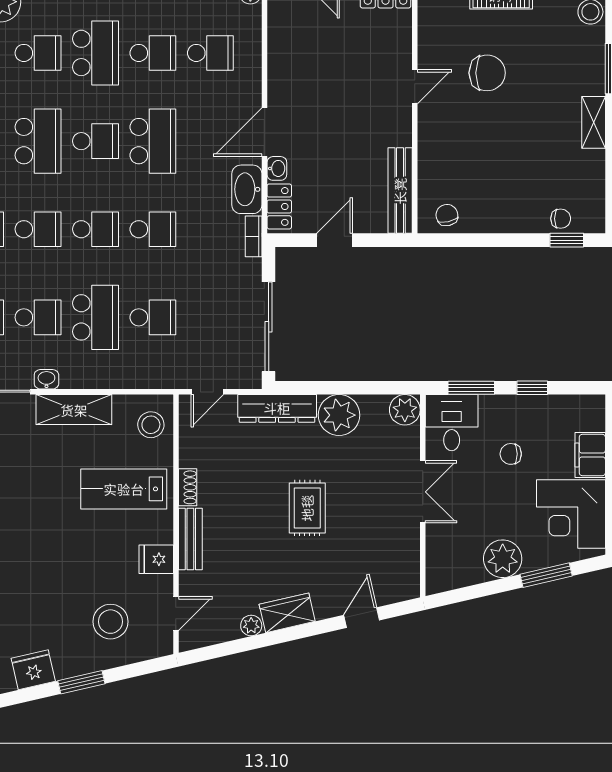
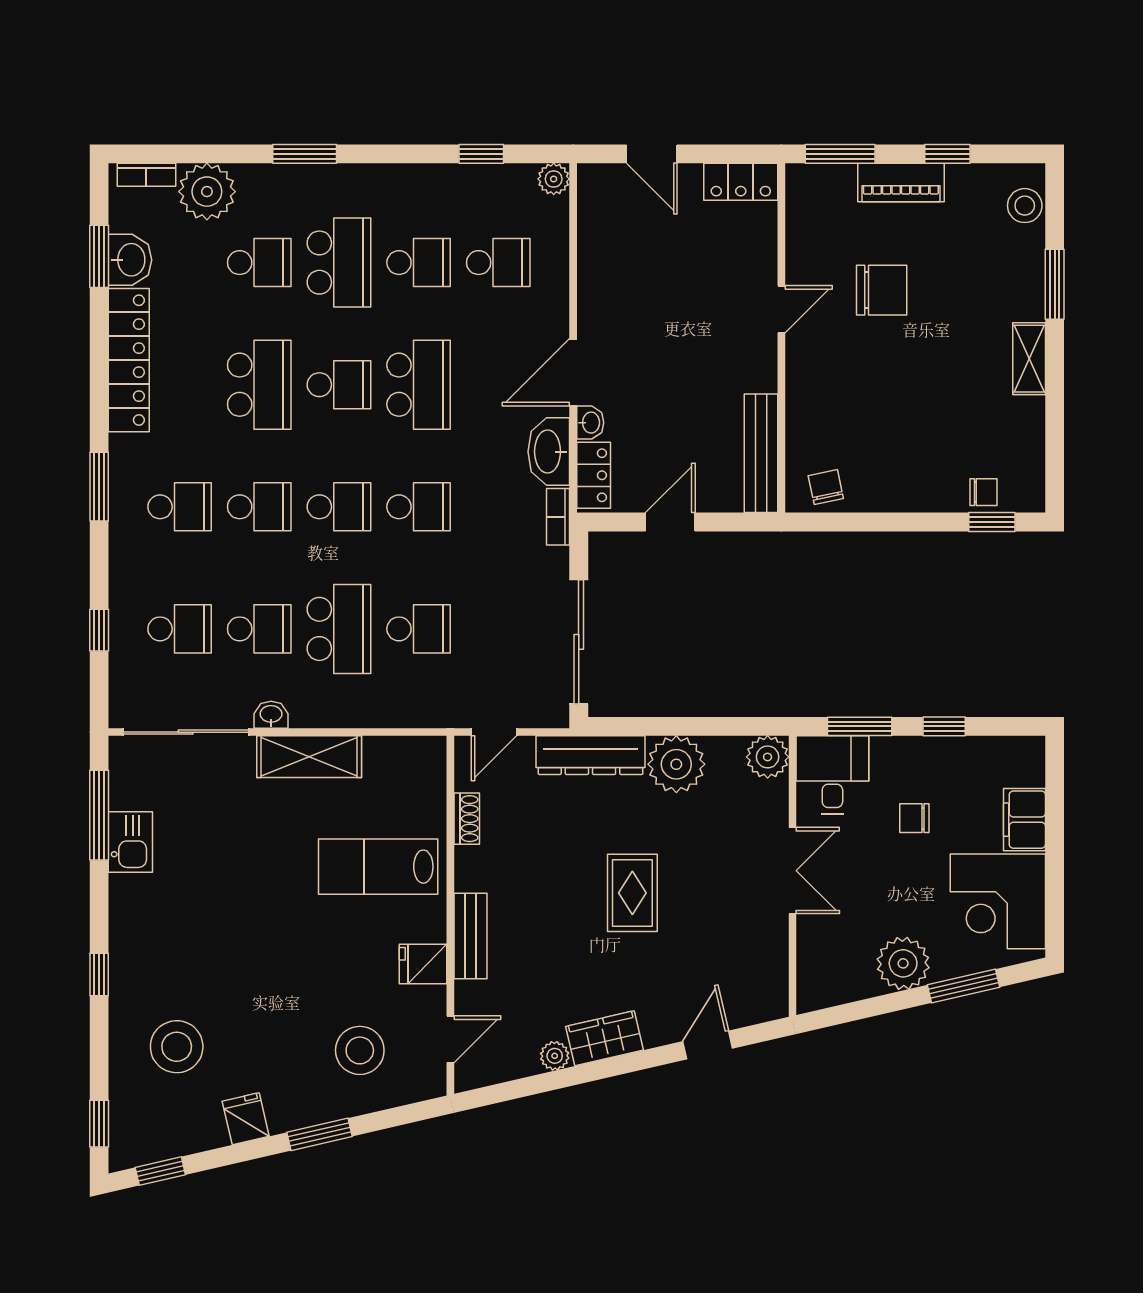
stool: (151, 425) -> (416, 778), removed
shoe rack: (188, 487) -> (467, 819), moved
fridge: (33, 670) -> (246, 1119), width x0.72

